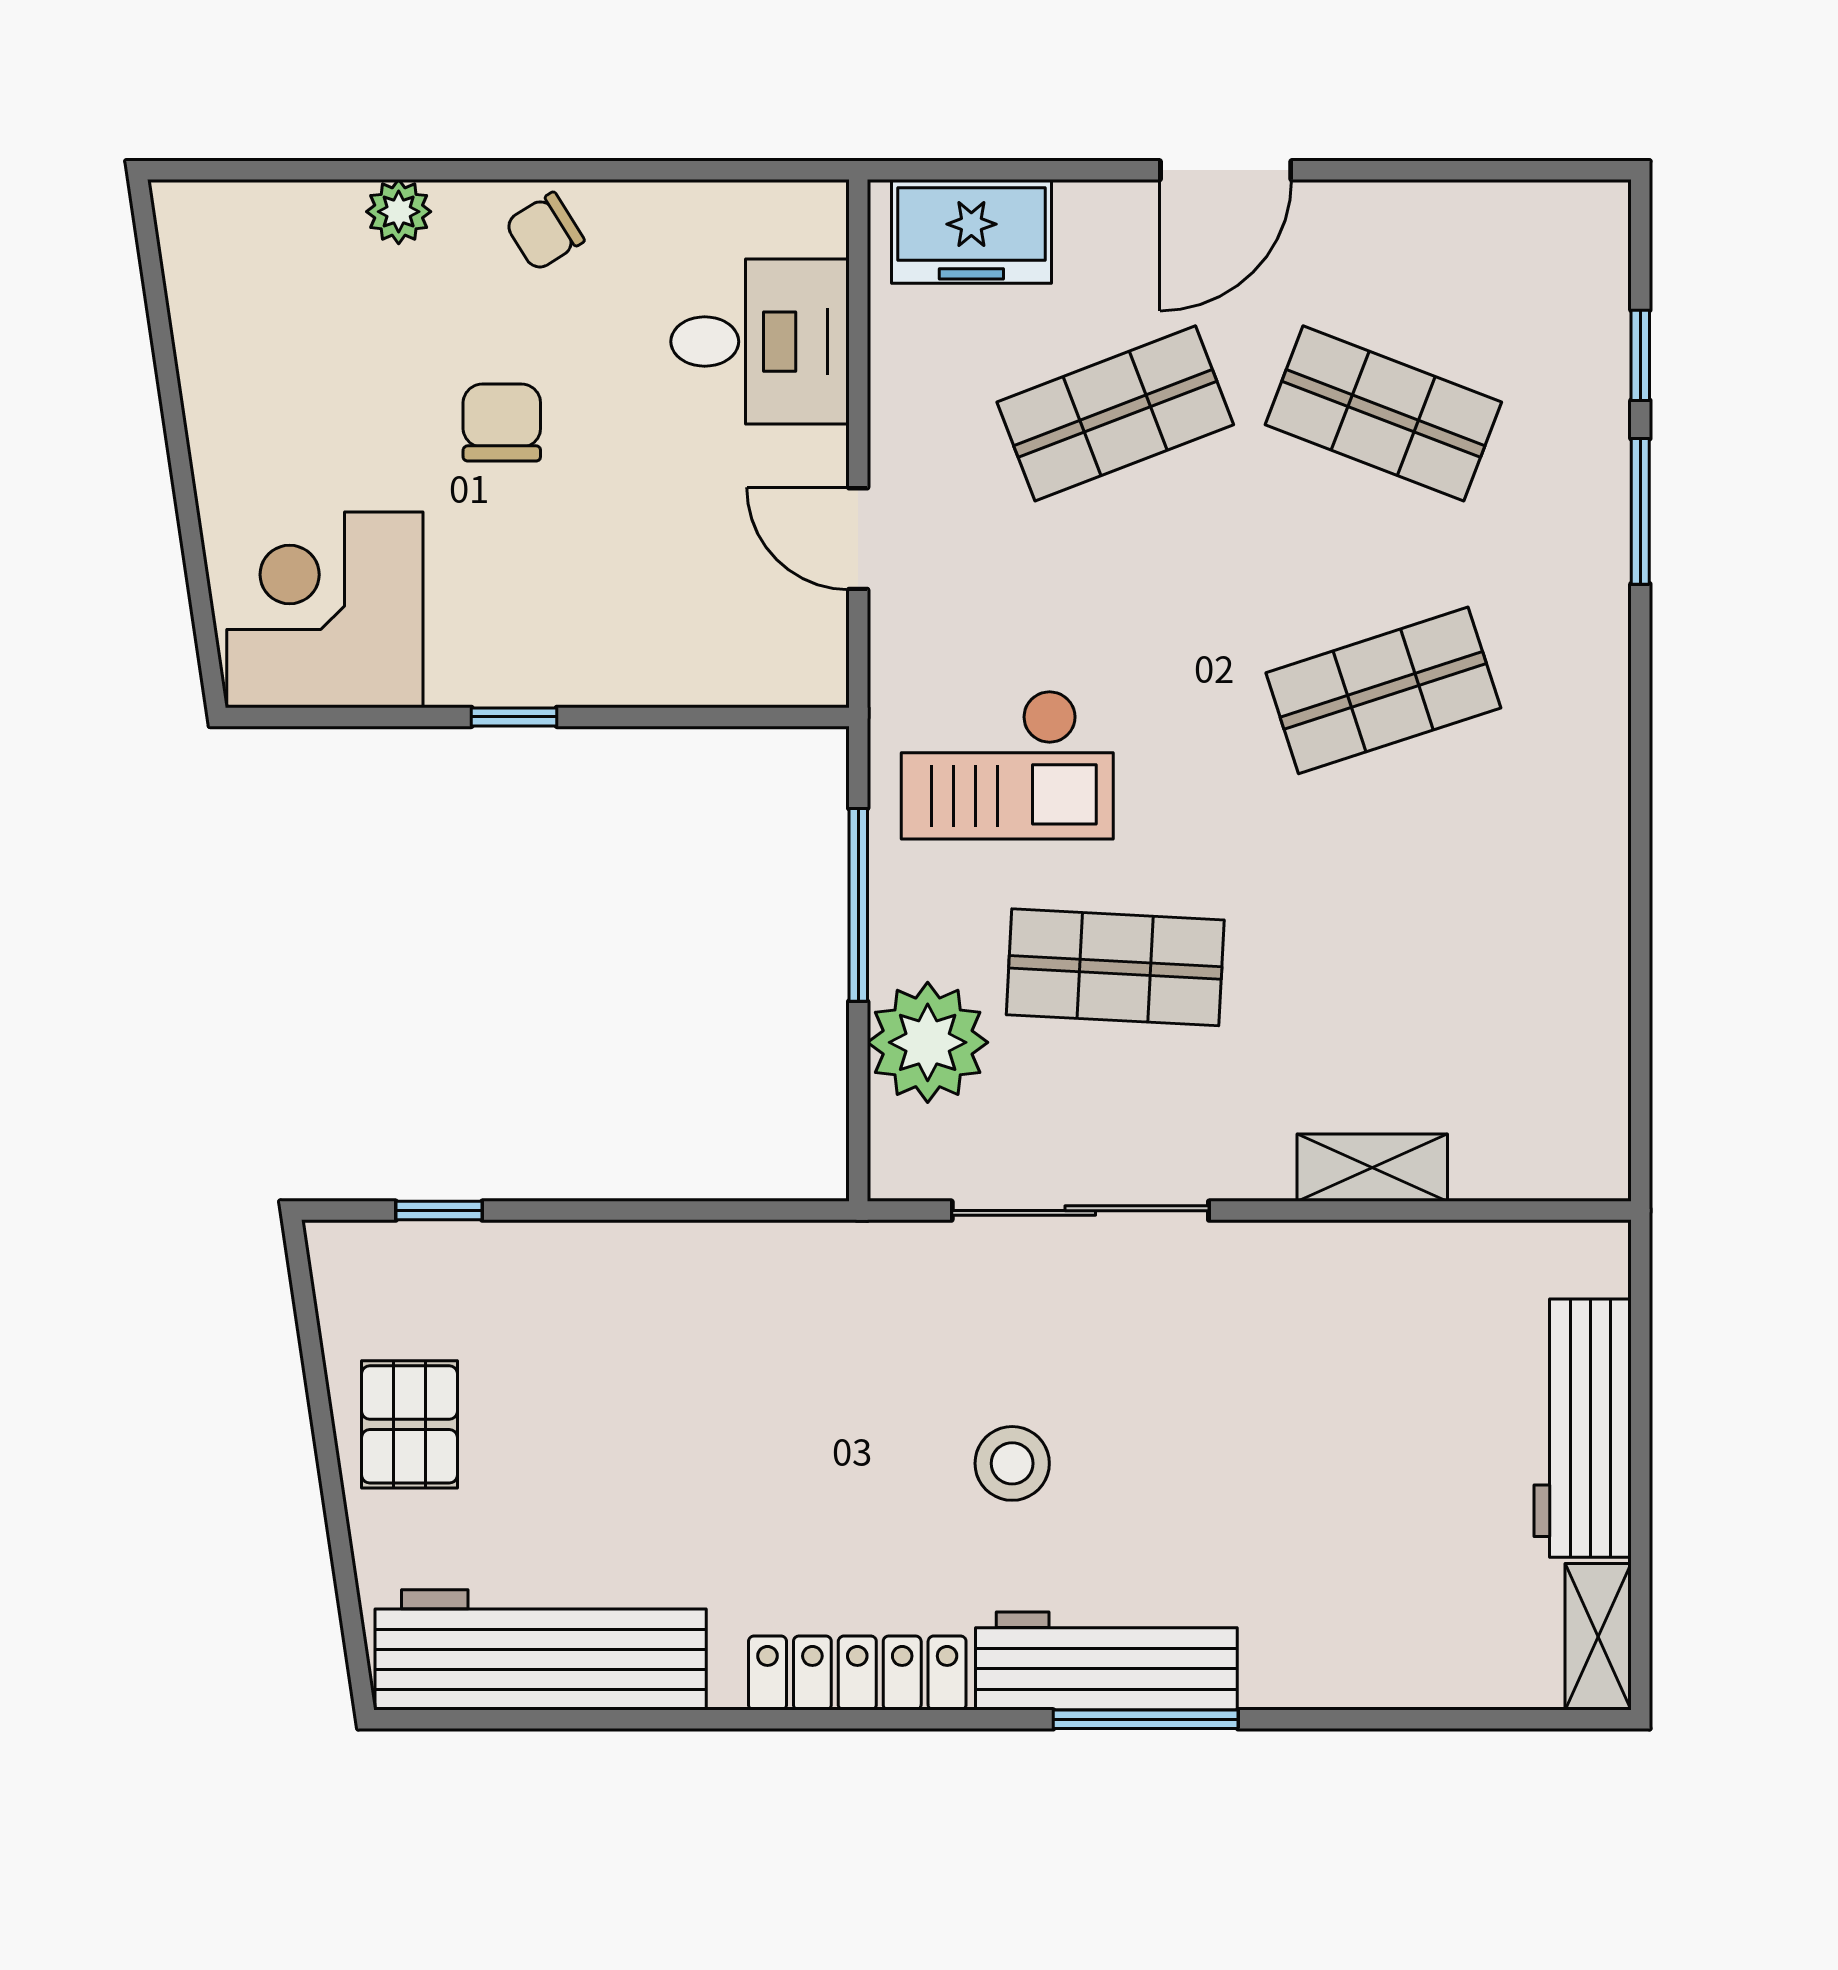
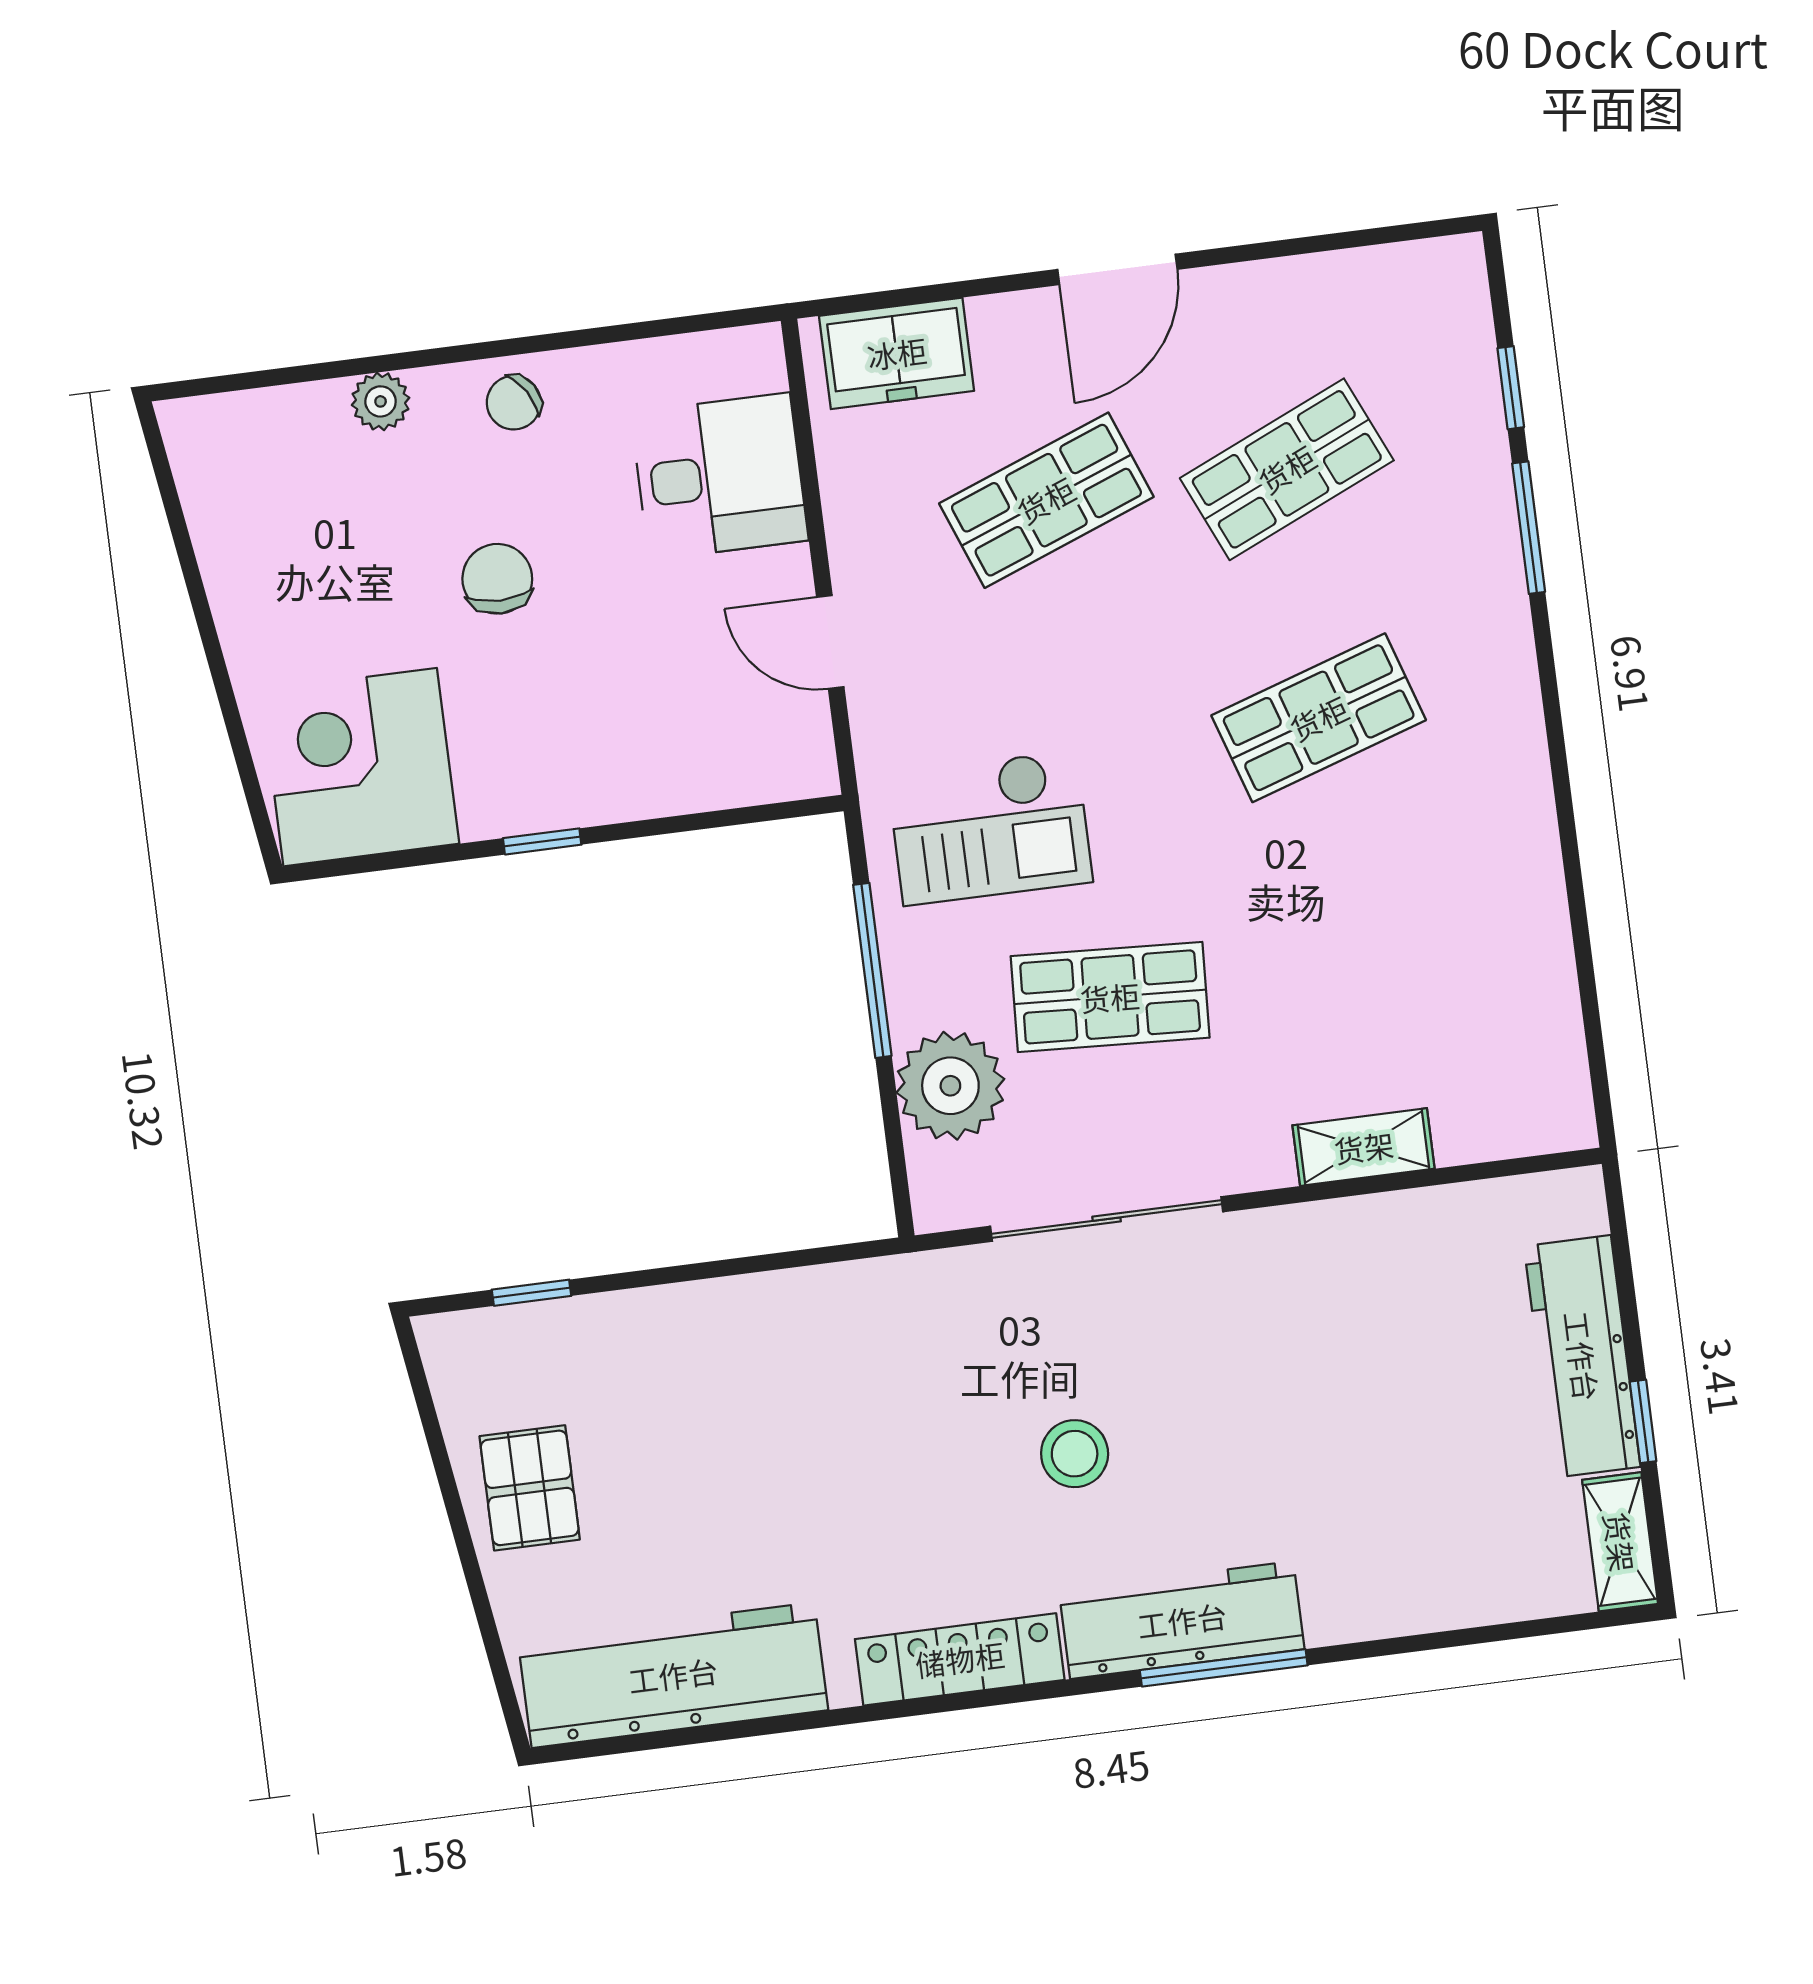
shop shelf: (1383, 413) -> (1287, 469), turned -45
window: (1640, 1508) -> (1643, 1421), added

